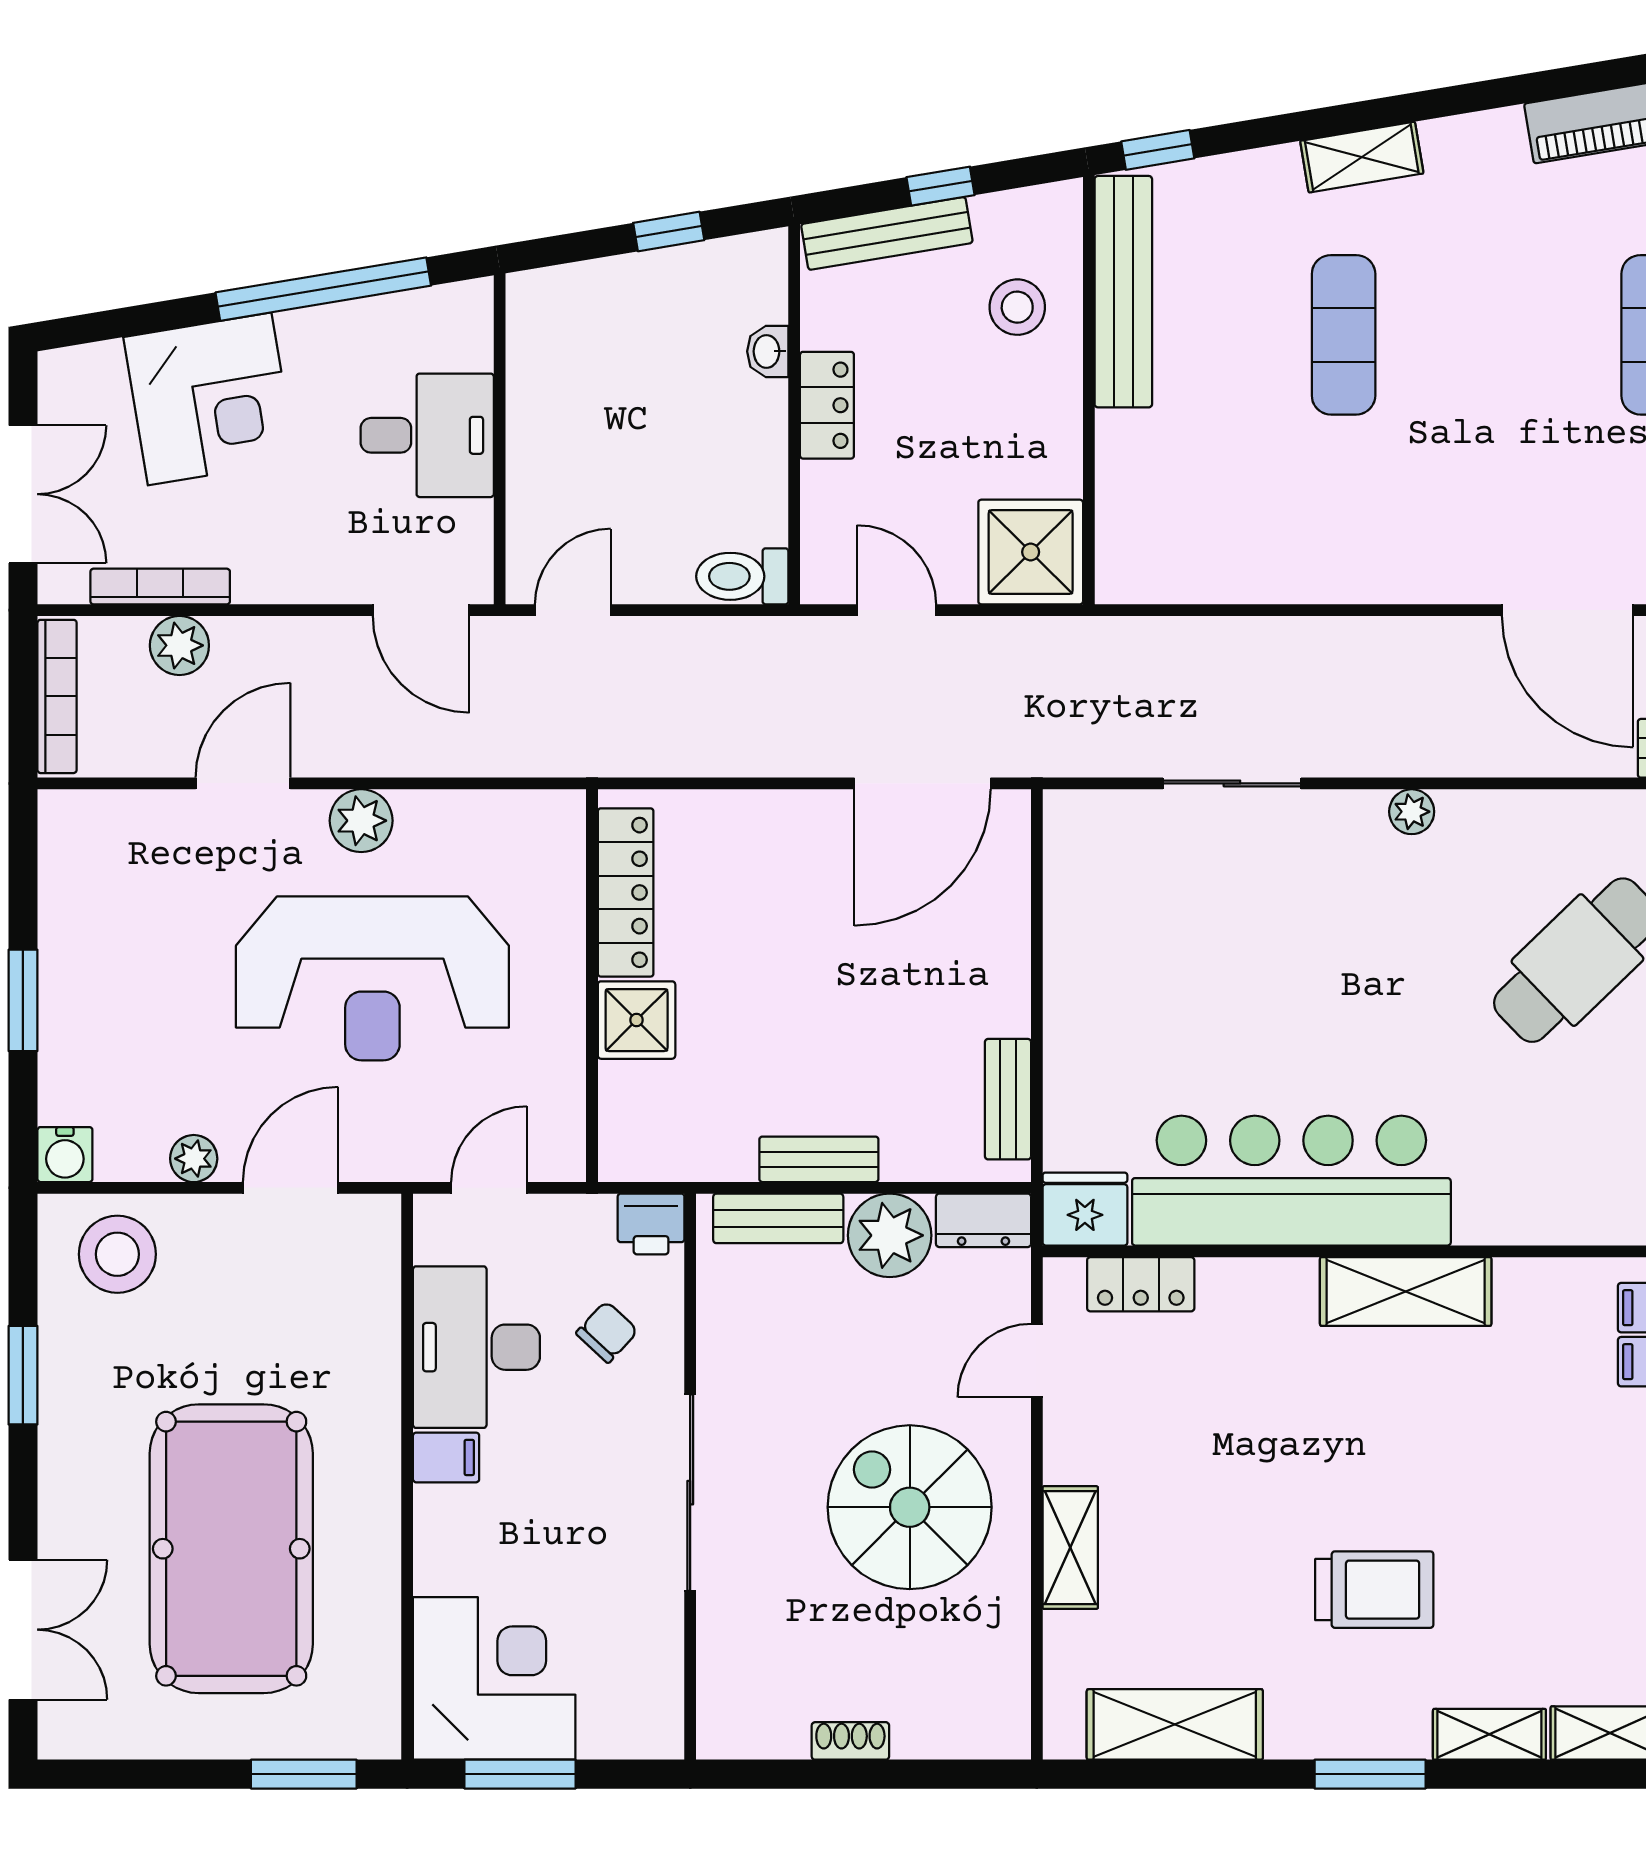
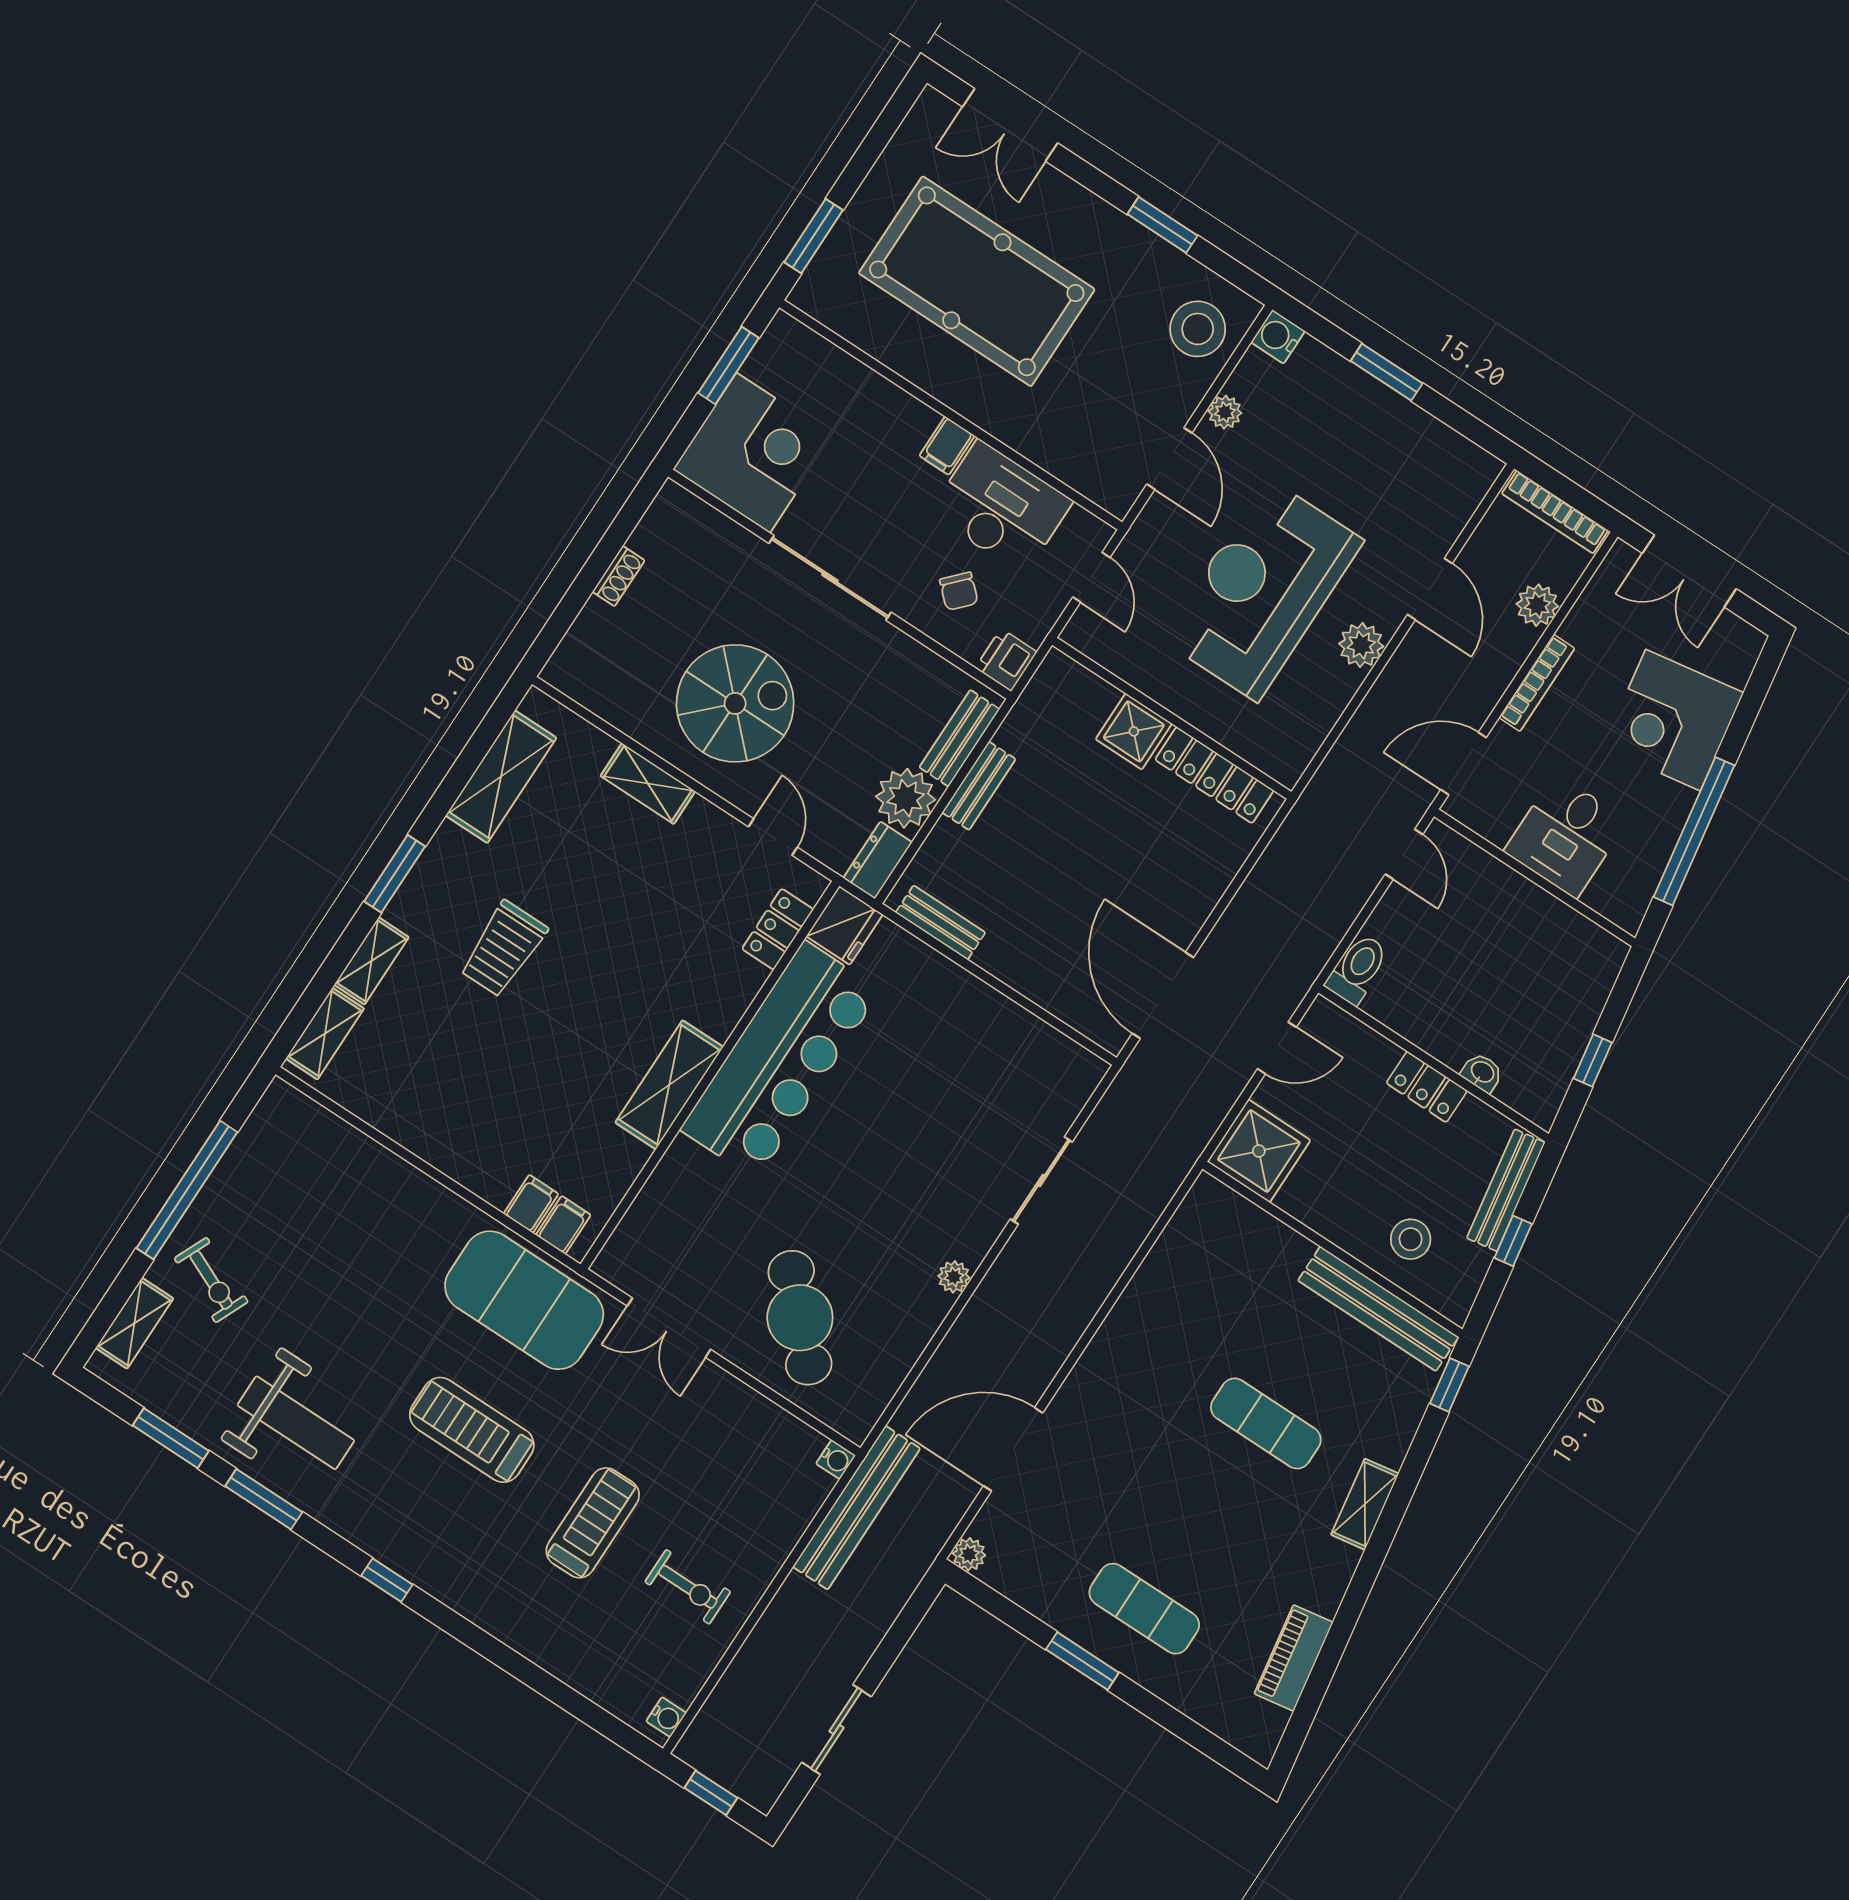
bookcase: (160, 587) -> (1537, 683), moved
corner desk: (494, 1678) -> (753, 453), moved, turned -90

